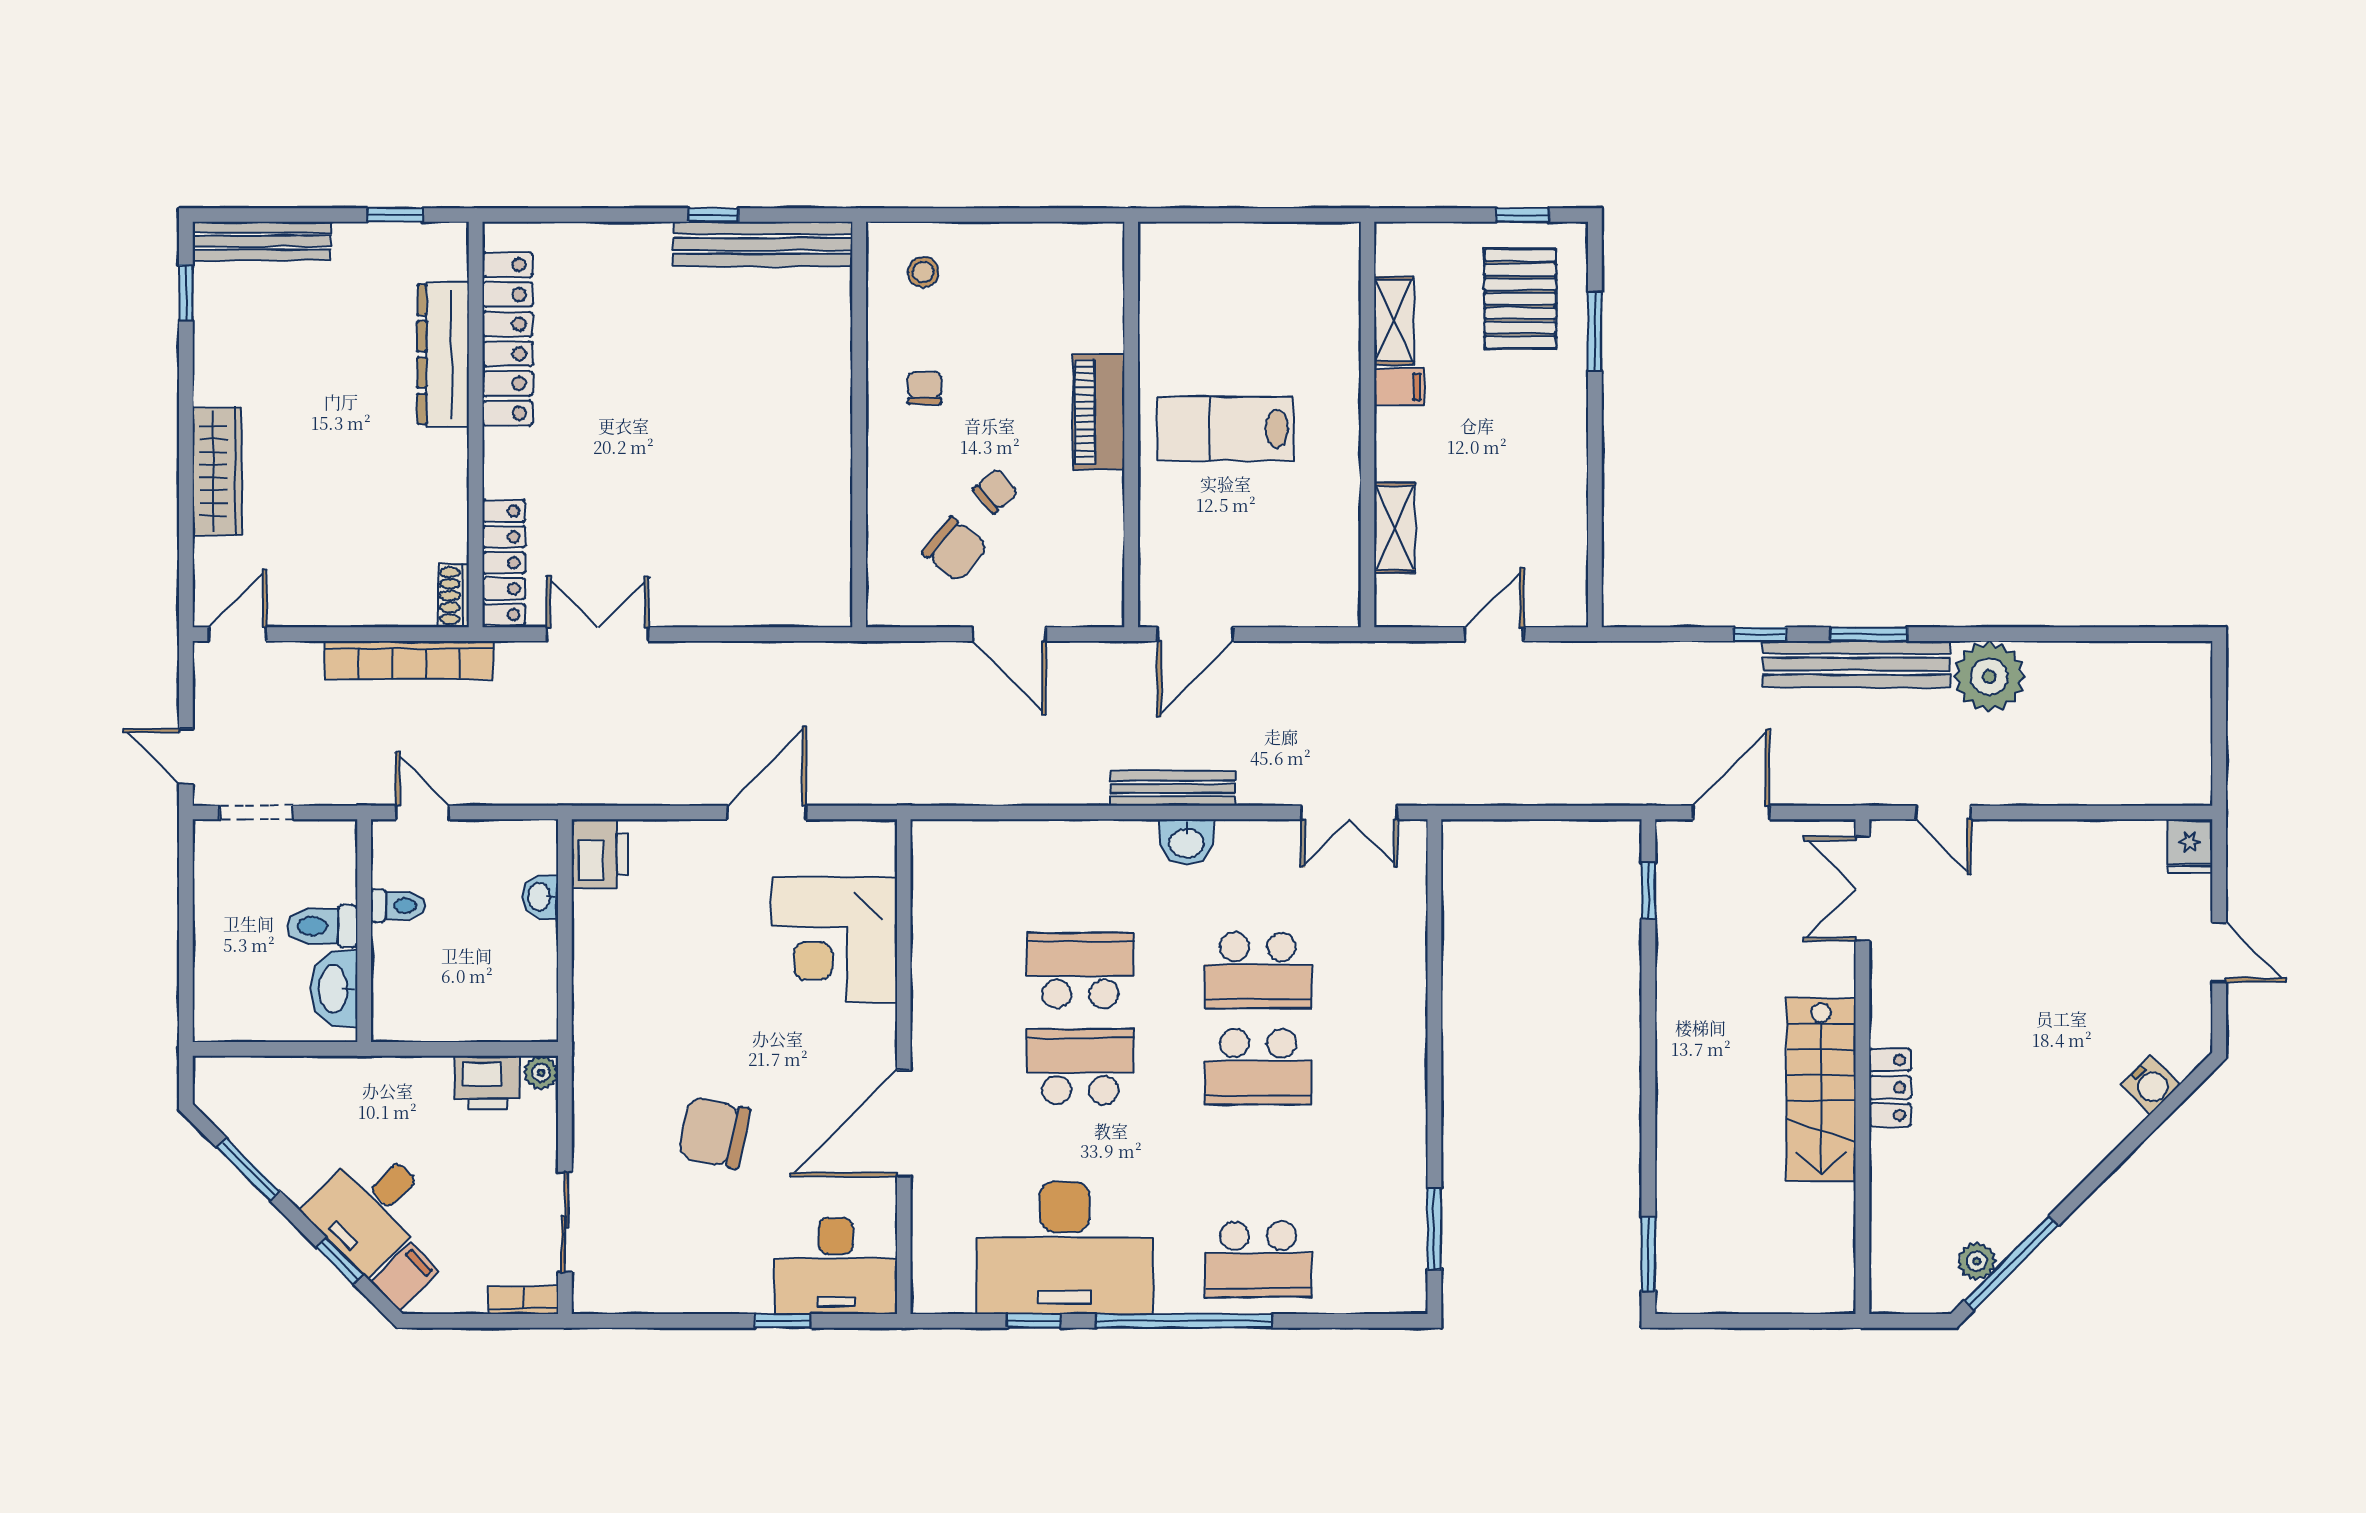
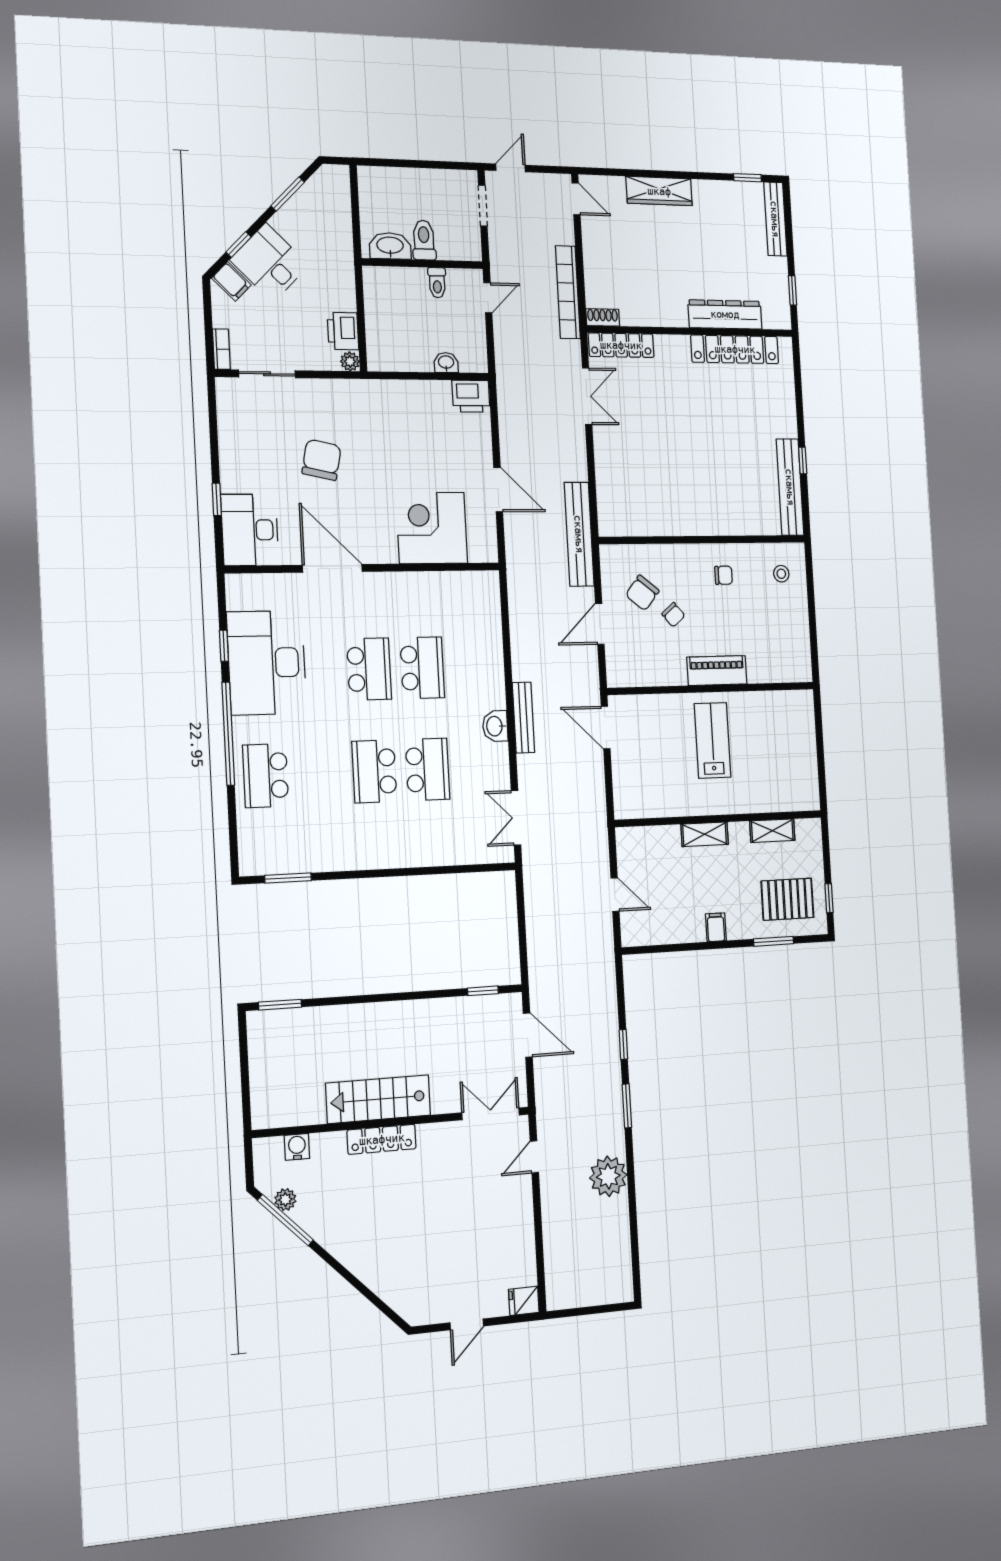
filing cabinet: (1399, 387) -> (716, 927), moved, turned 180
shelving: (1395, 528) -> (705, 834), moved
bench: (1856, 664) -> (579, 534), moved
school desk: (1258, 970) -> (428, 769), turned 180
water cooler: (2151, 1085) -> (297, 1147), moved, turned 135
locker: (1890, 1087) -> (382, 1139), width x1.53

